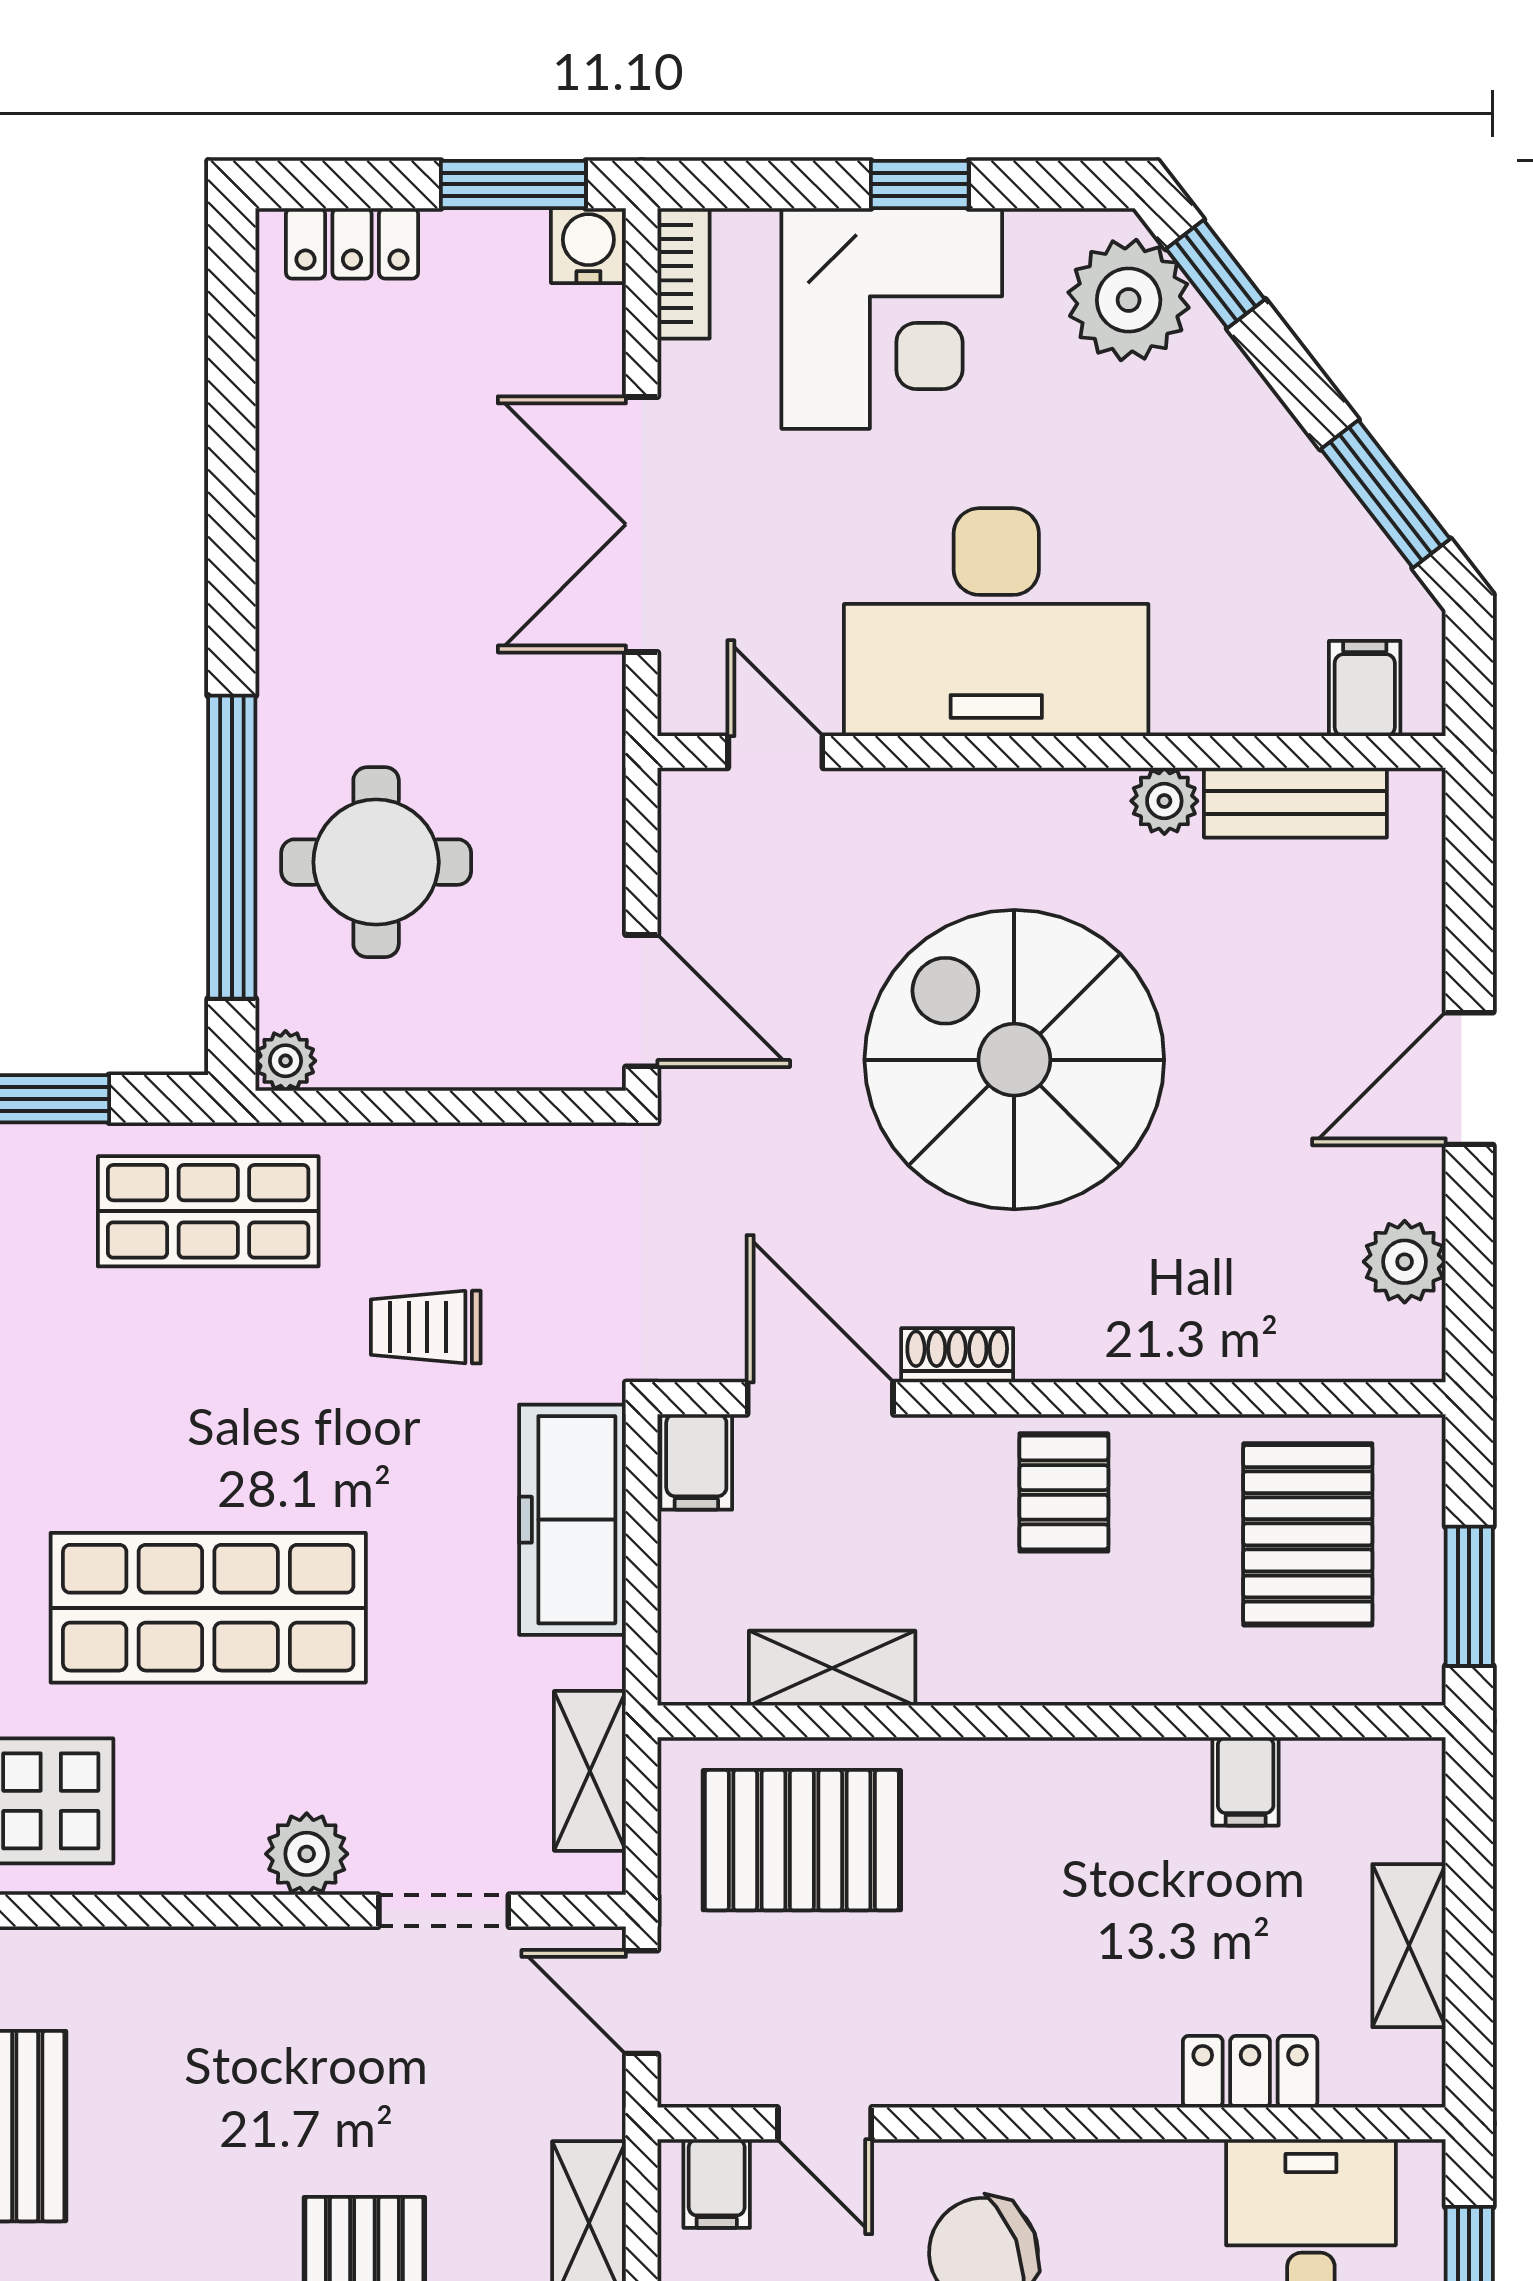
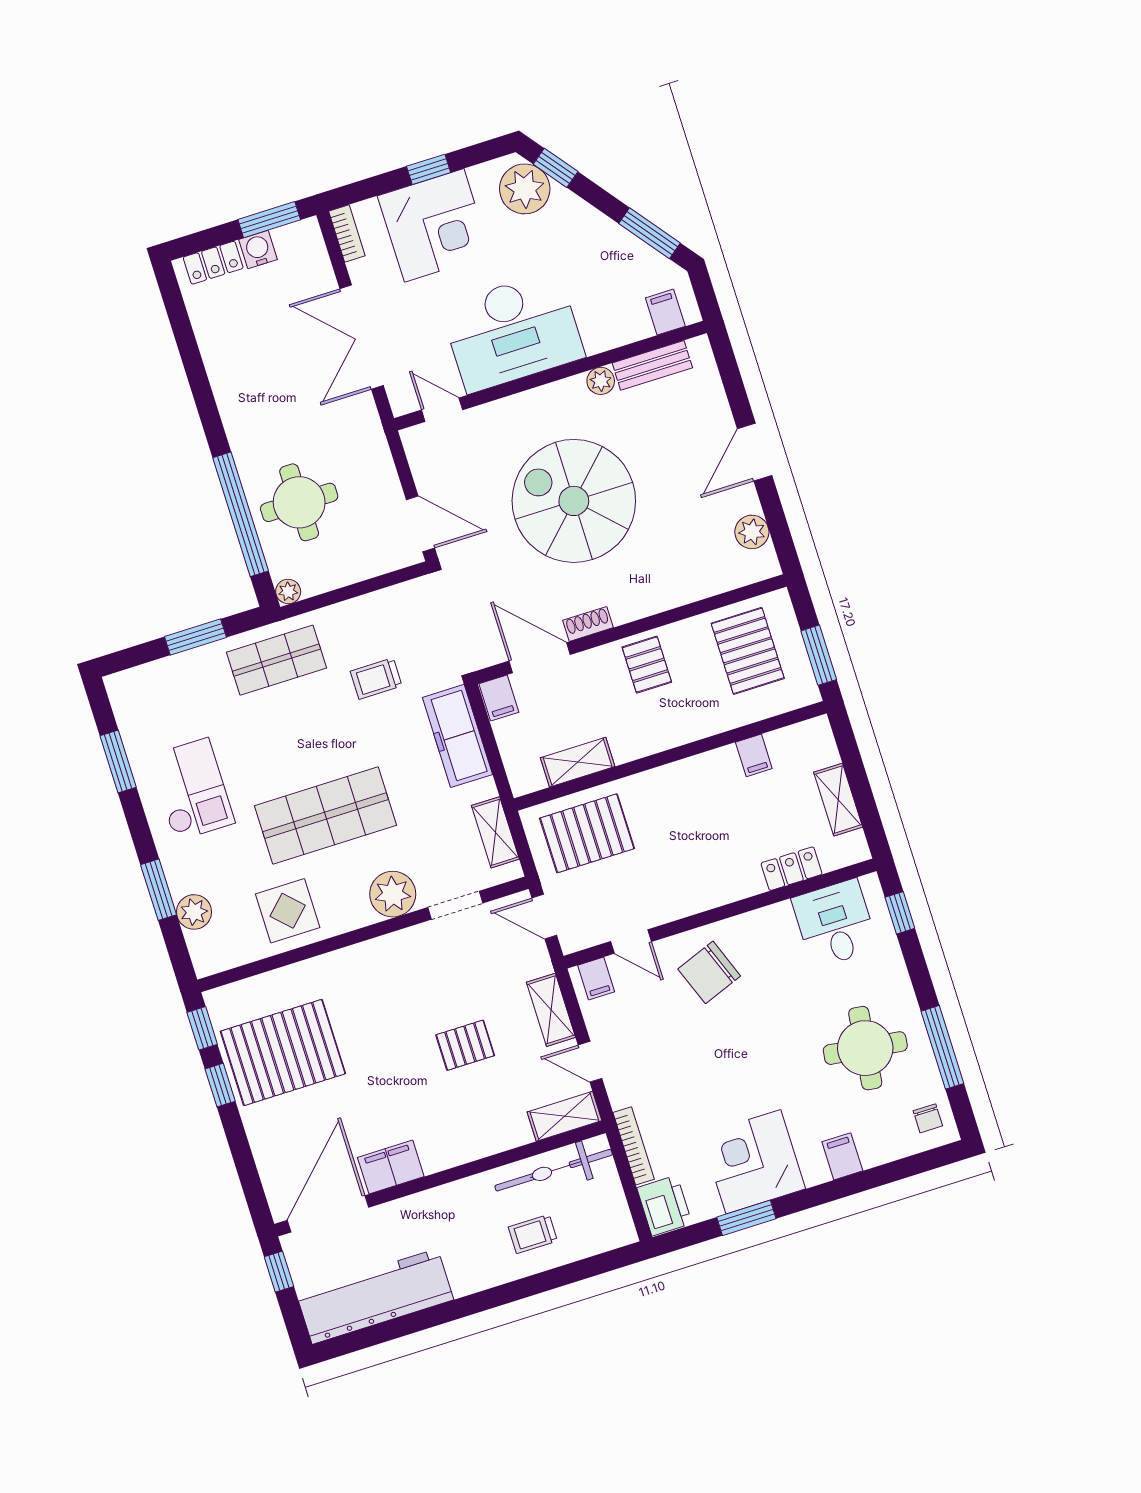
water cooler: (588, 246) -> (258, 250), moved
plant: (307, 1854) -> (393, 894), width x1.36, depth x1.36

